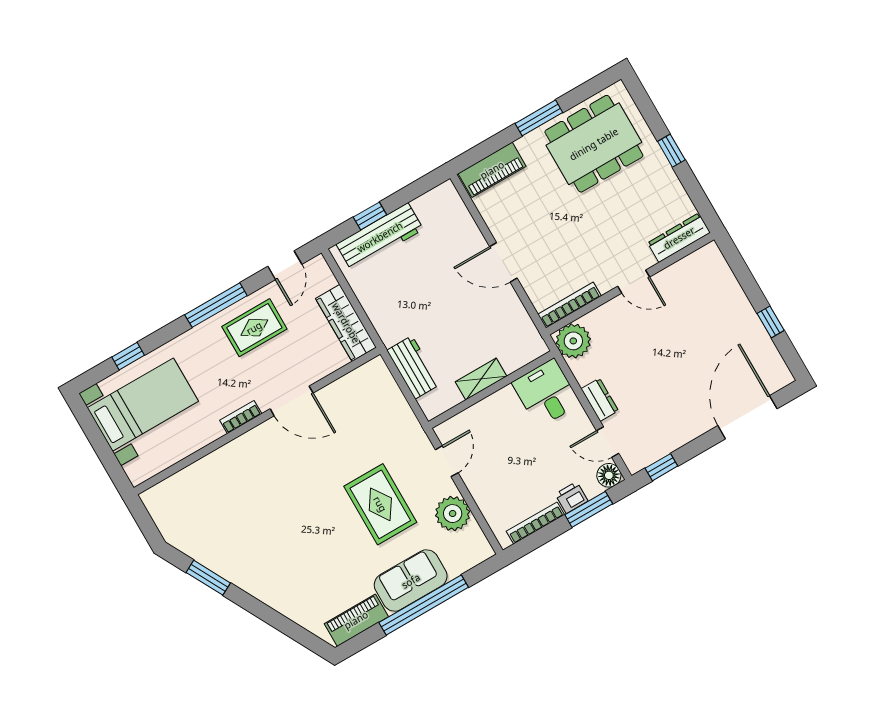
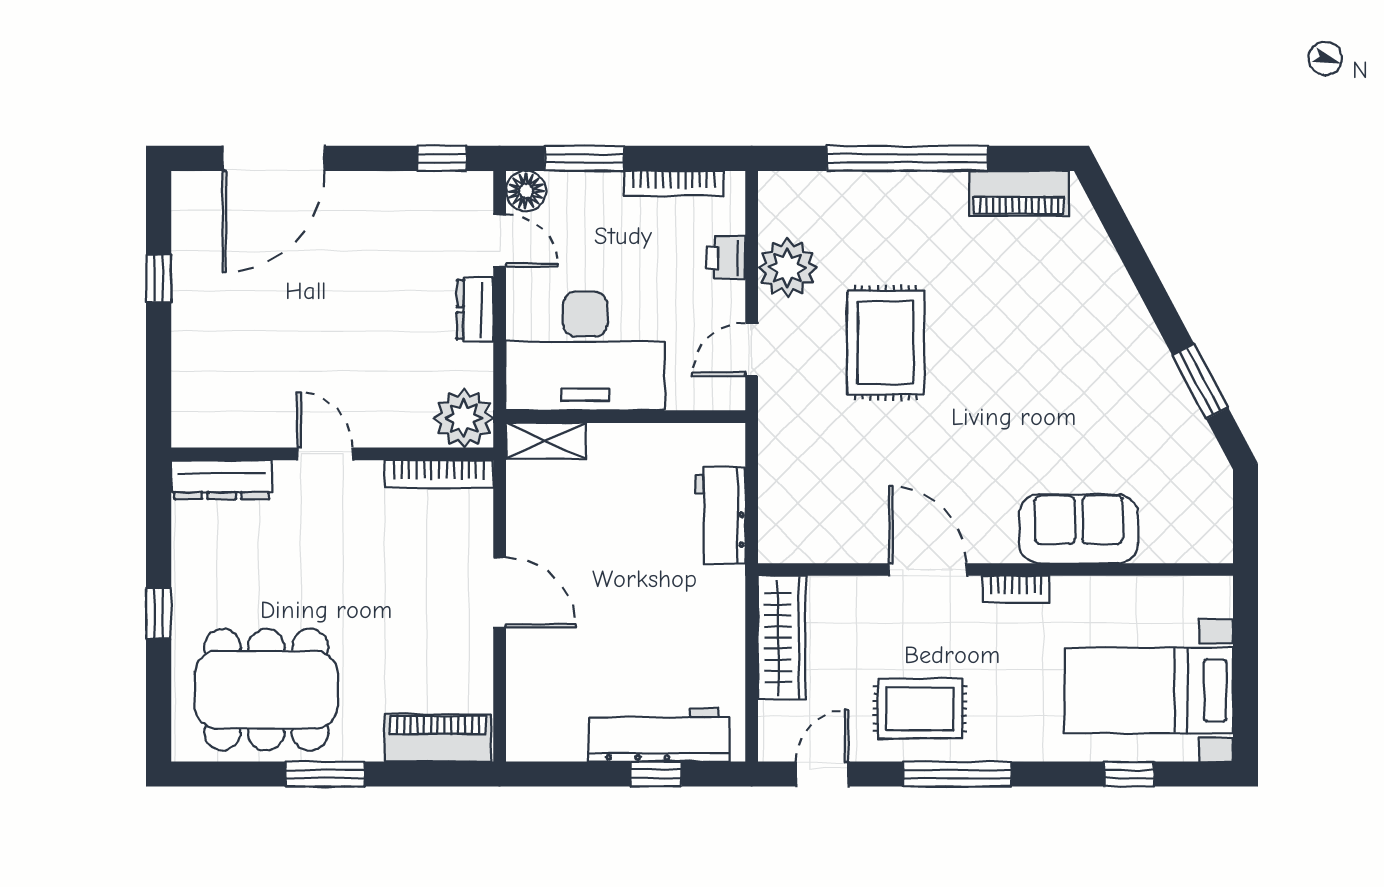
shelving: (481, 379) -> (546, 441), moved
desk: (546, 393) -> (585, 351), width x1.87, depth x1.30
printer: (571, 498) -> (726, 258), moved, turned 90
sofa: (411, 581) -> (1079, 529), moved, turned 180

